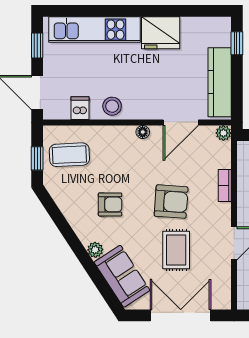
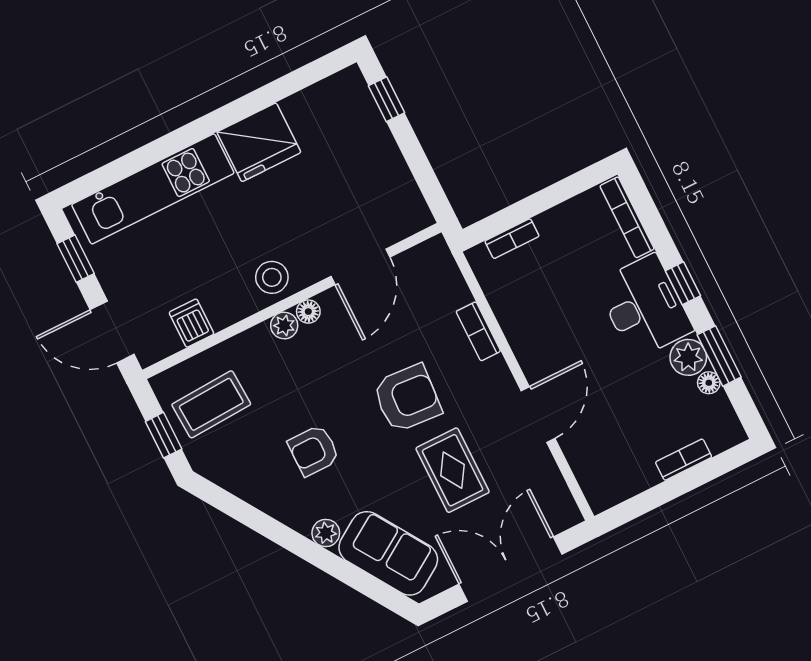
kitchen counter: (220, 82) -> (390, 174), removed
stool: (112, 106) -> (272, 277), moved
plant: (223, 133) -> (284, 326), moved
armchair: (110, 204) -> (314, 450), turned 180

